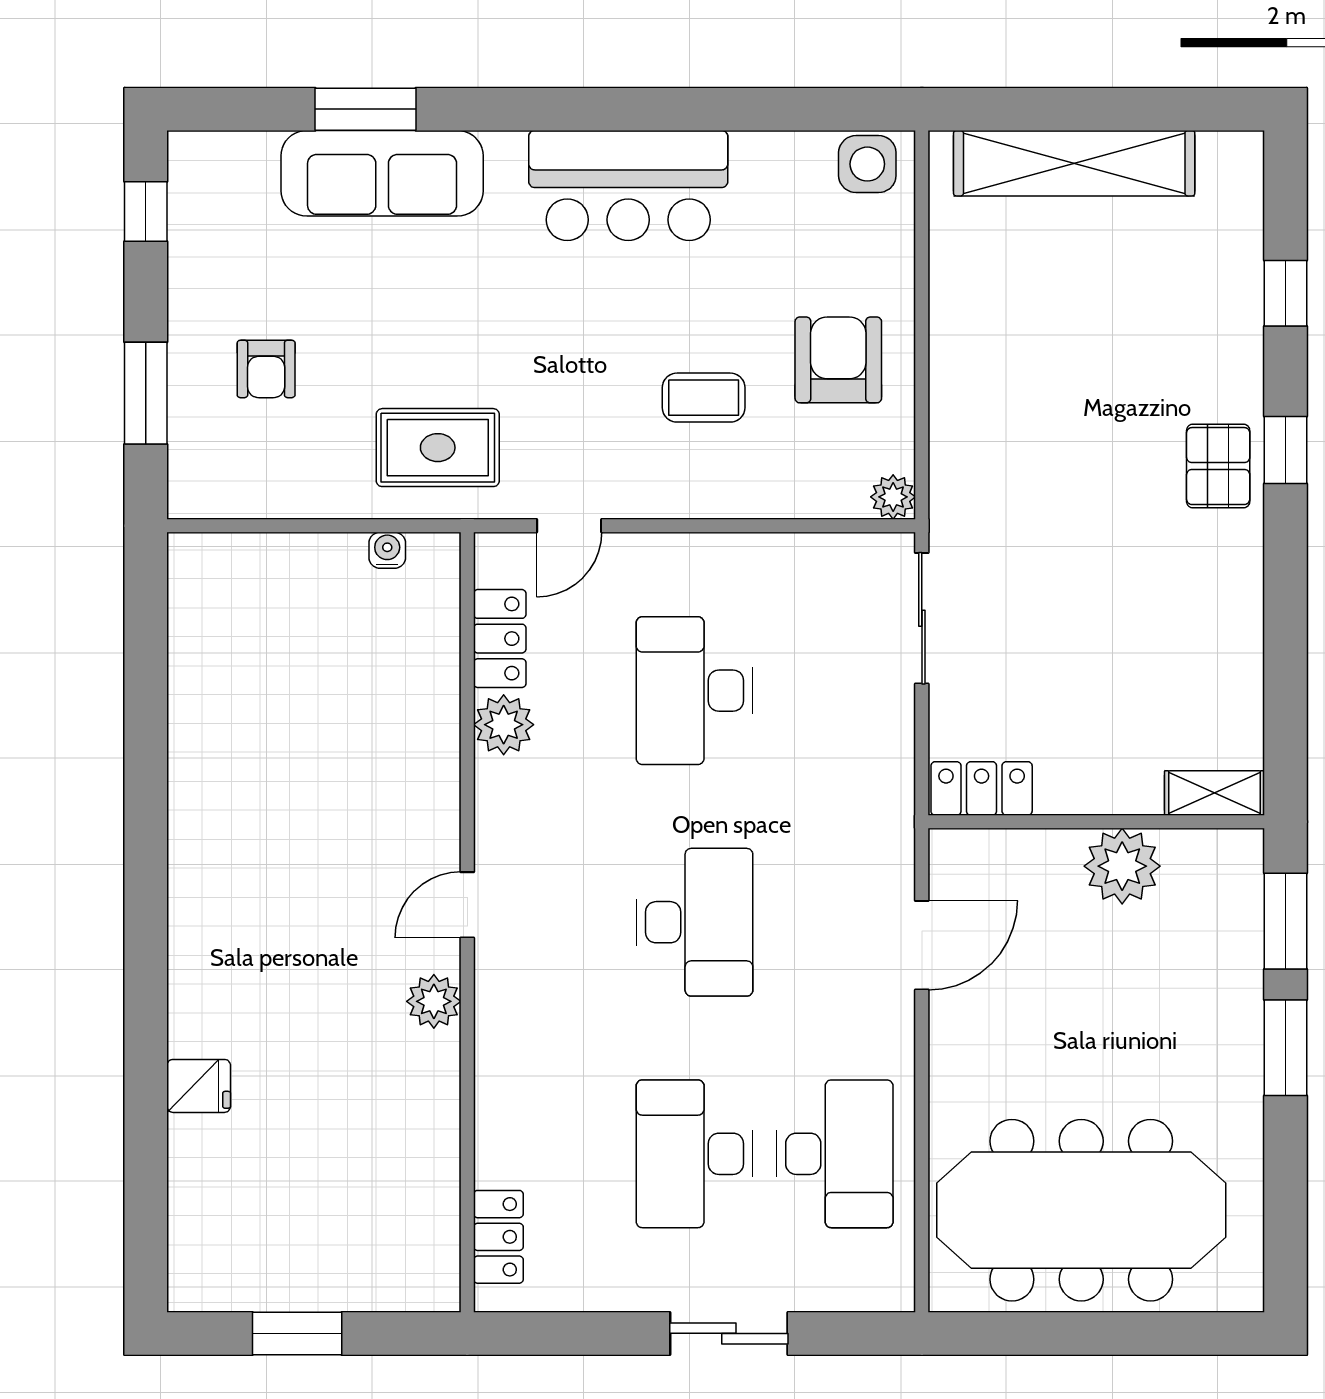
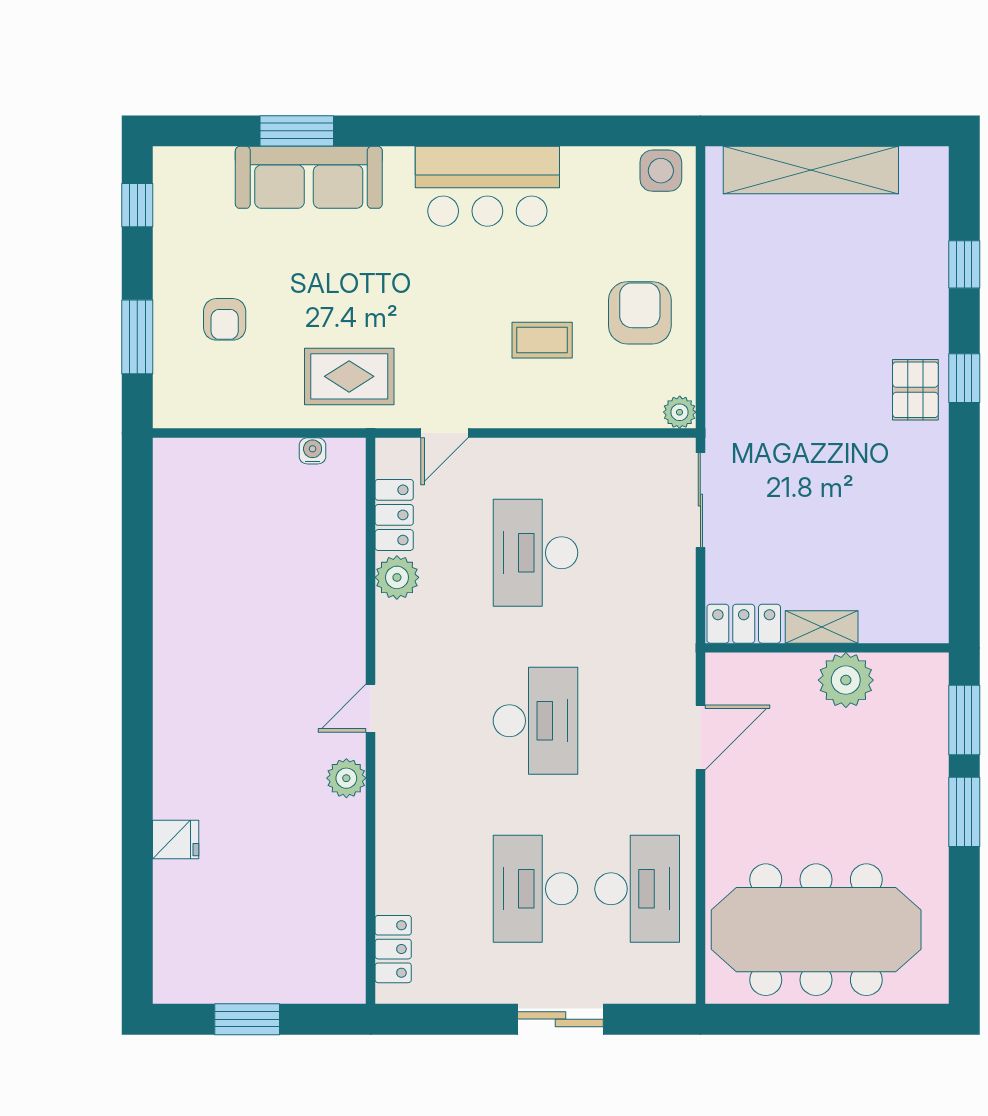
shelving: (1214, 793) -> (822, 627), moved

